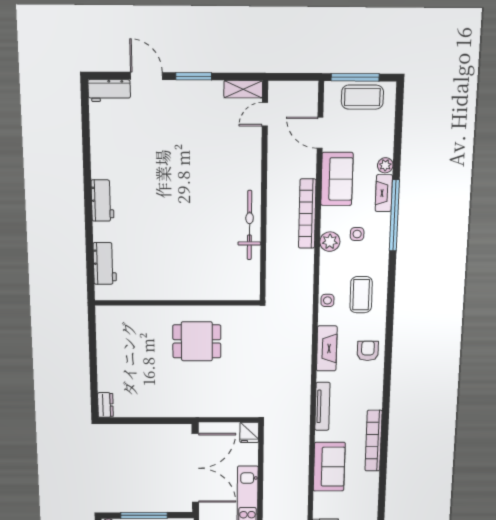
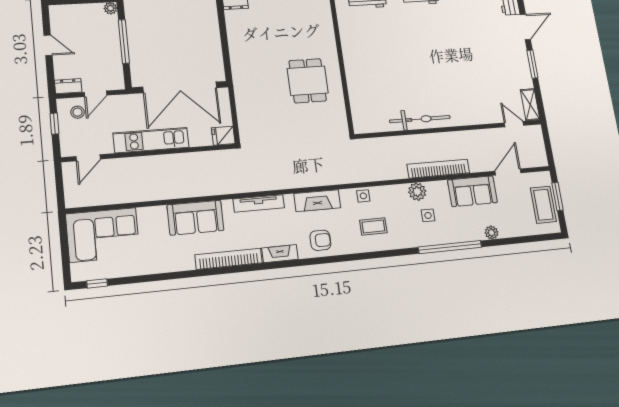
window: (355, 77) -> (558, 196), width x0.69
fireplace: (384, 193) -> (280, 254), moved
coffee table: (361, 295) -> (373, 227), width x0.73, depth x0.77

